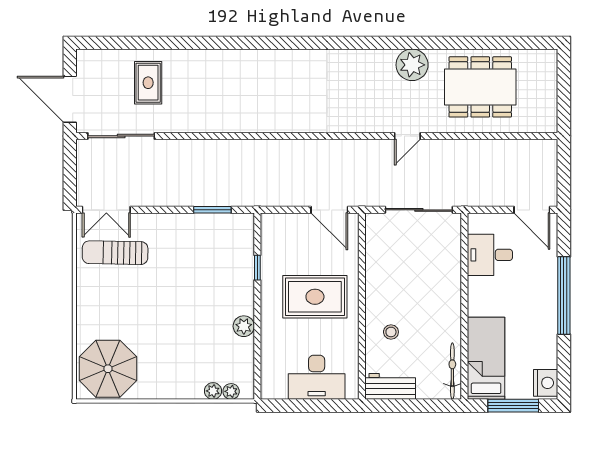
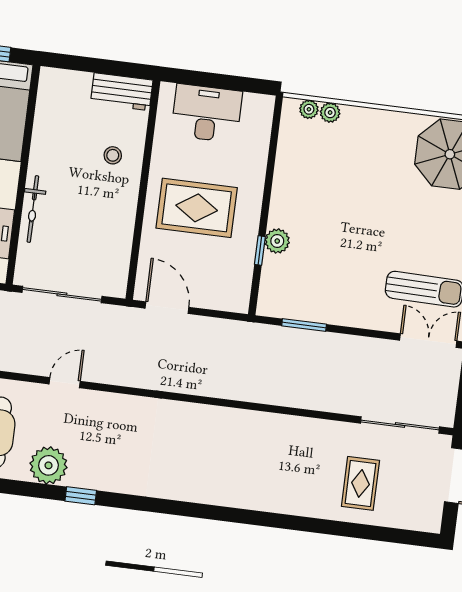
window: (382, 43) -> (81, 496), added
plant: (244, 326) -> (277, 241), moved
bicycle: (452, 371) -> (33, 209), moved

